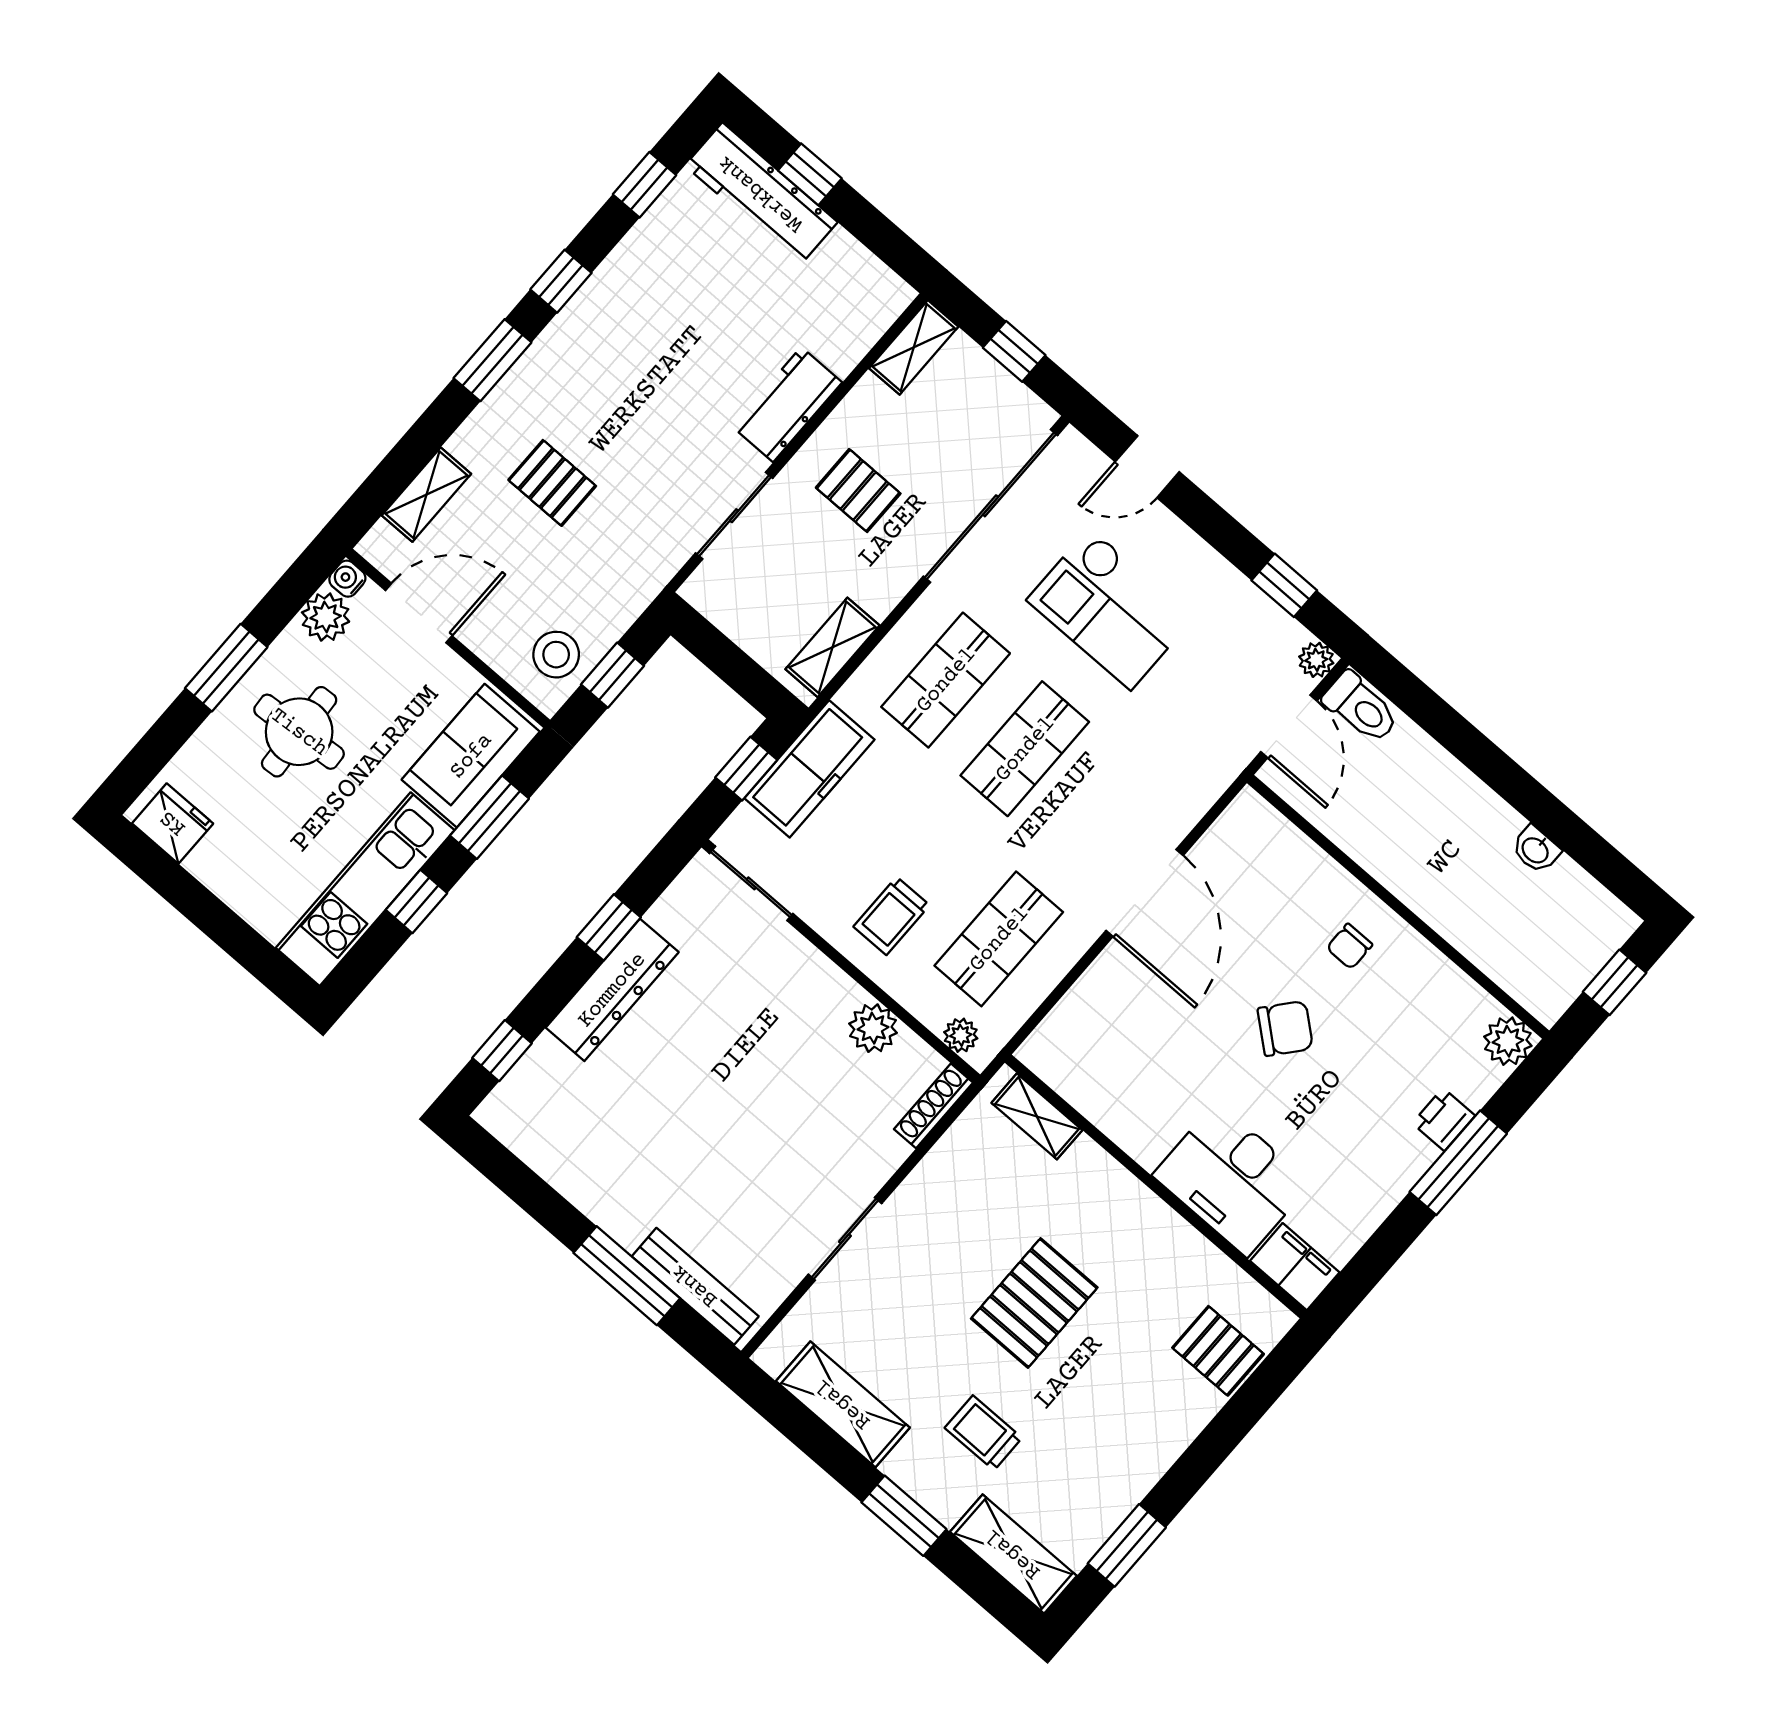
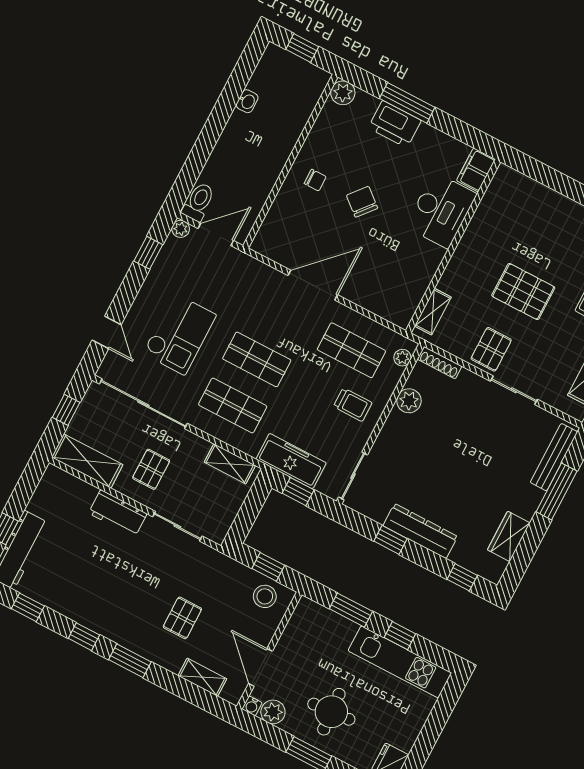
shelving: (914, 347) -> (87, 461), width x1.50, depth x1.33
sofa: (471, 756) -> (323, 626), removed
printer: (1444, 1119) -> (395, 124), width x1.87, depth x1.48
wardrobe: (561, 1161) -> (509, 536), added
pallet: (1218, 1351) -> (491, 349), moved

